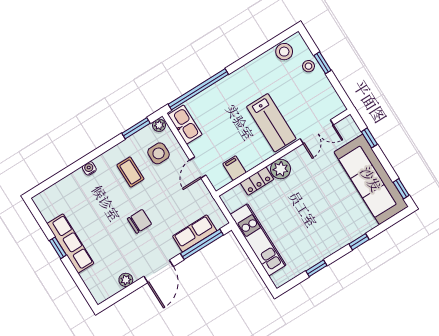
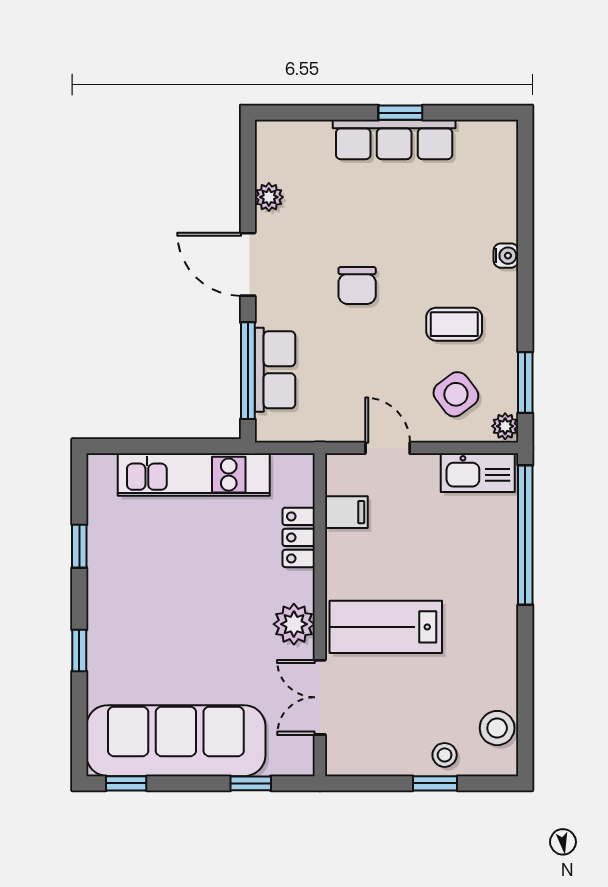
side table: (159, 153) -> (456, 394), turned -37
plant: (281, 169) -> (294, 624), moved

